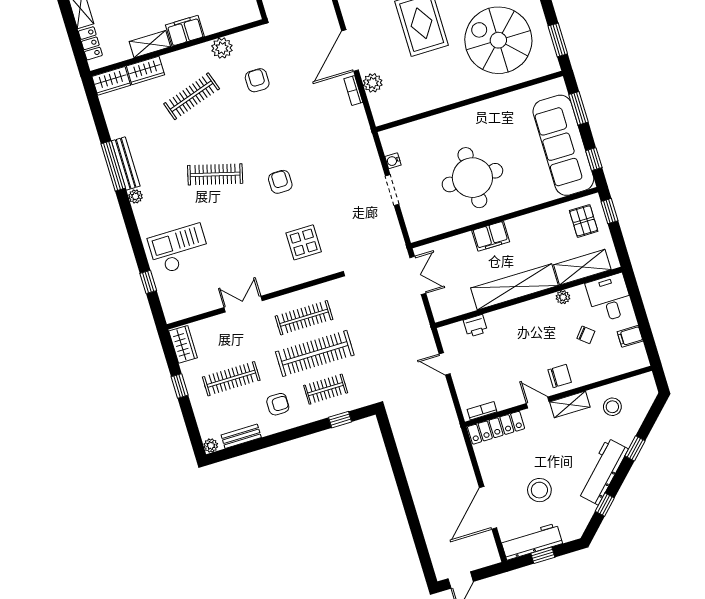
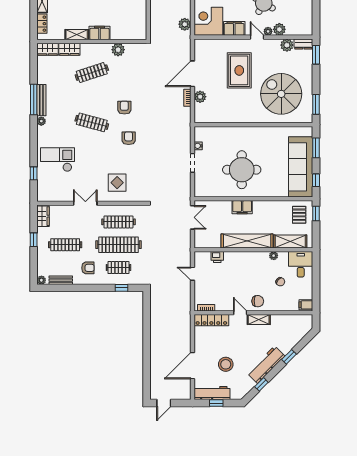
armchair: (257, 80) -> (124, 108), moved
display table: (304, 242) -> (117, 183), moved
filing cabinet: (630, 336) -> (306, 305), moved
stool: (612, 407) -> (283, 328), removed

